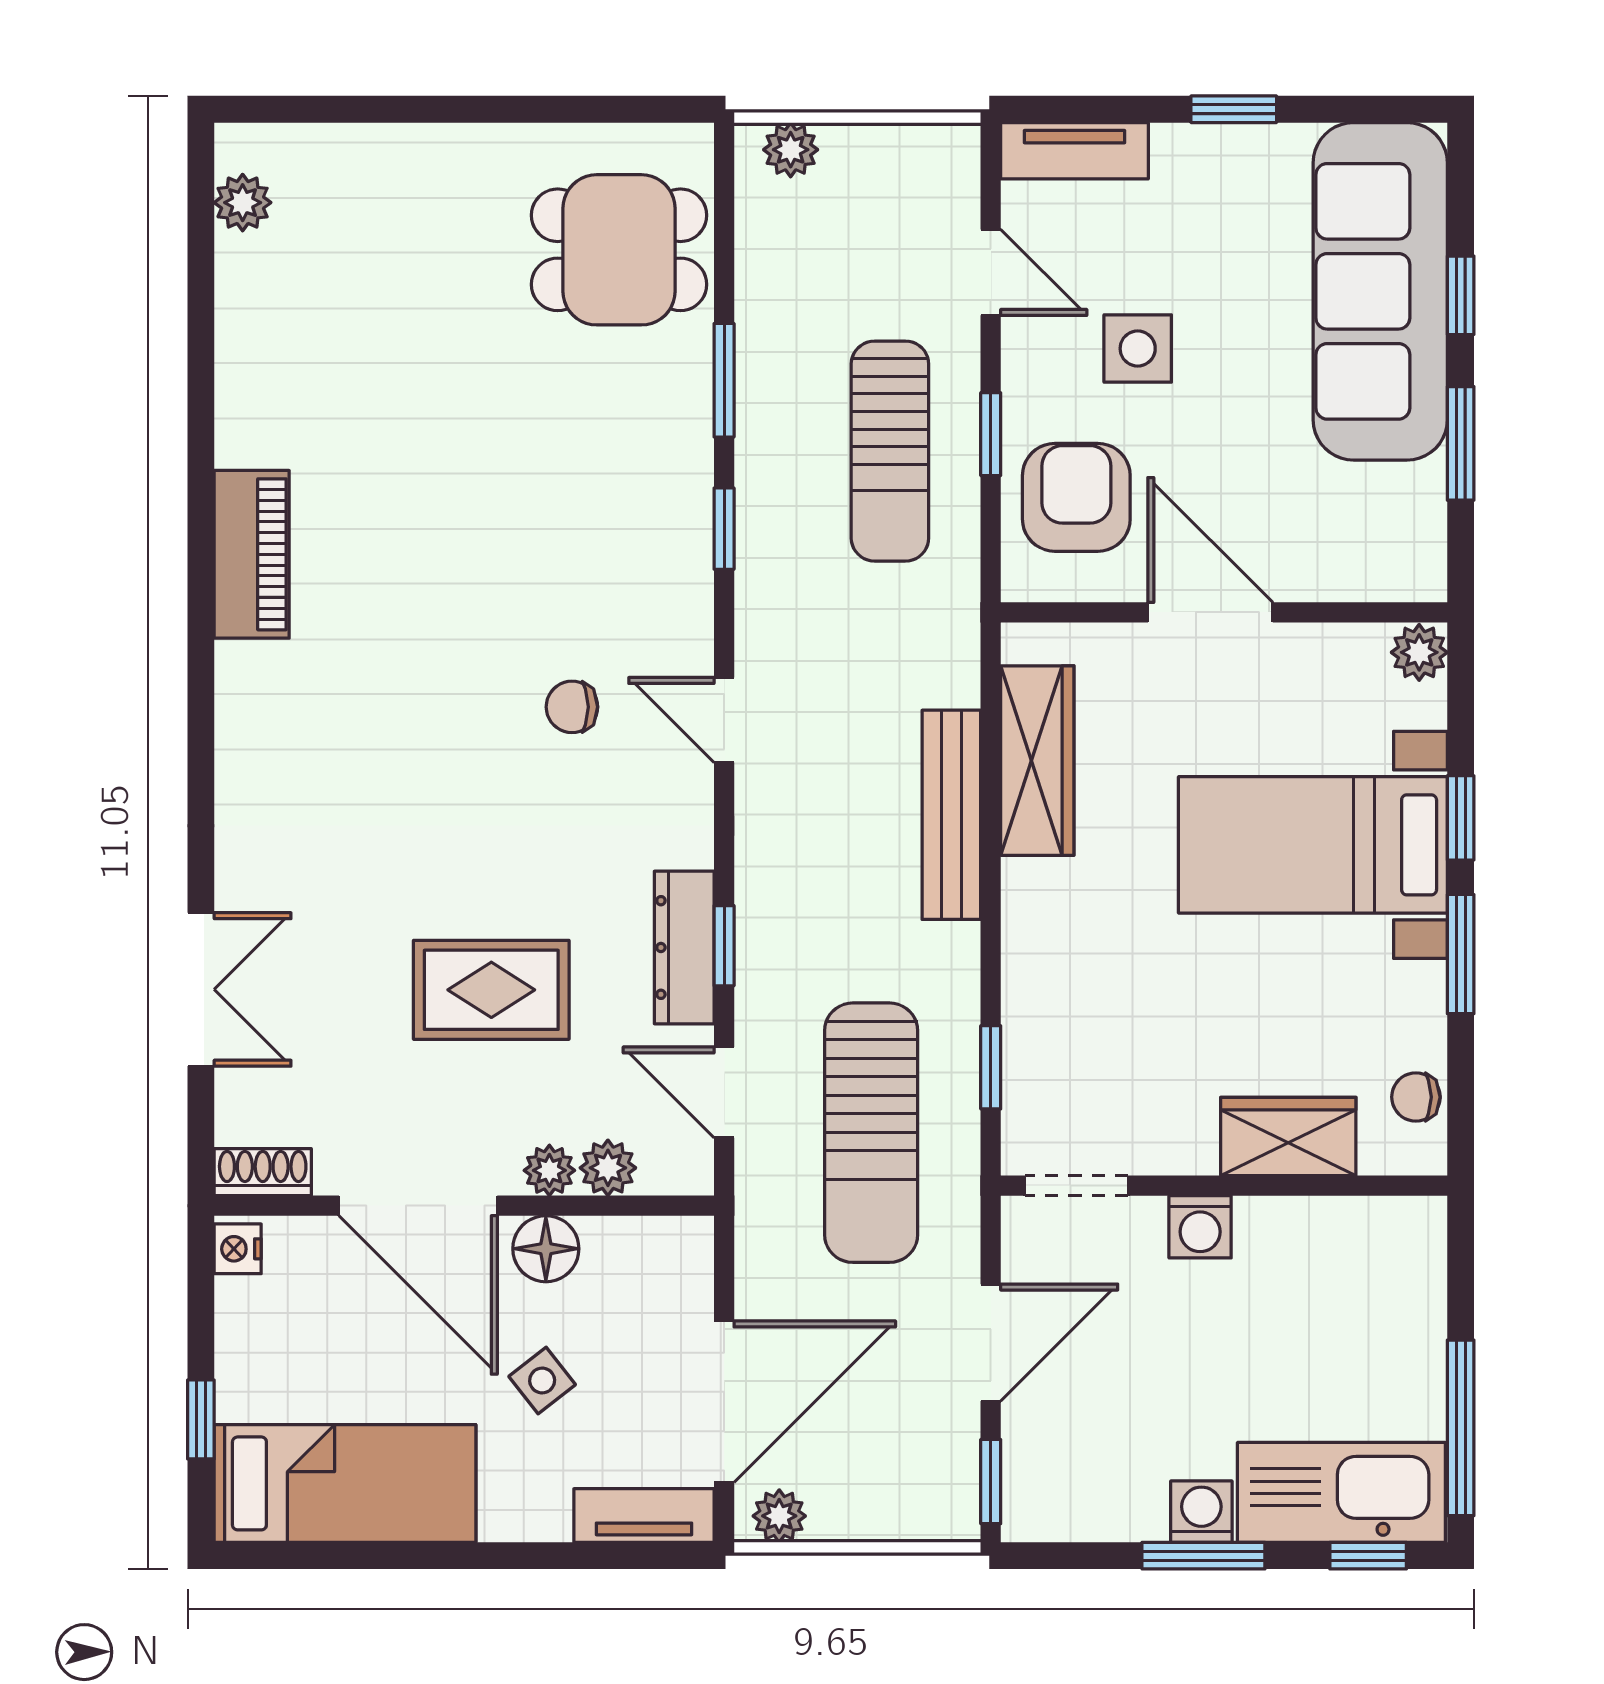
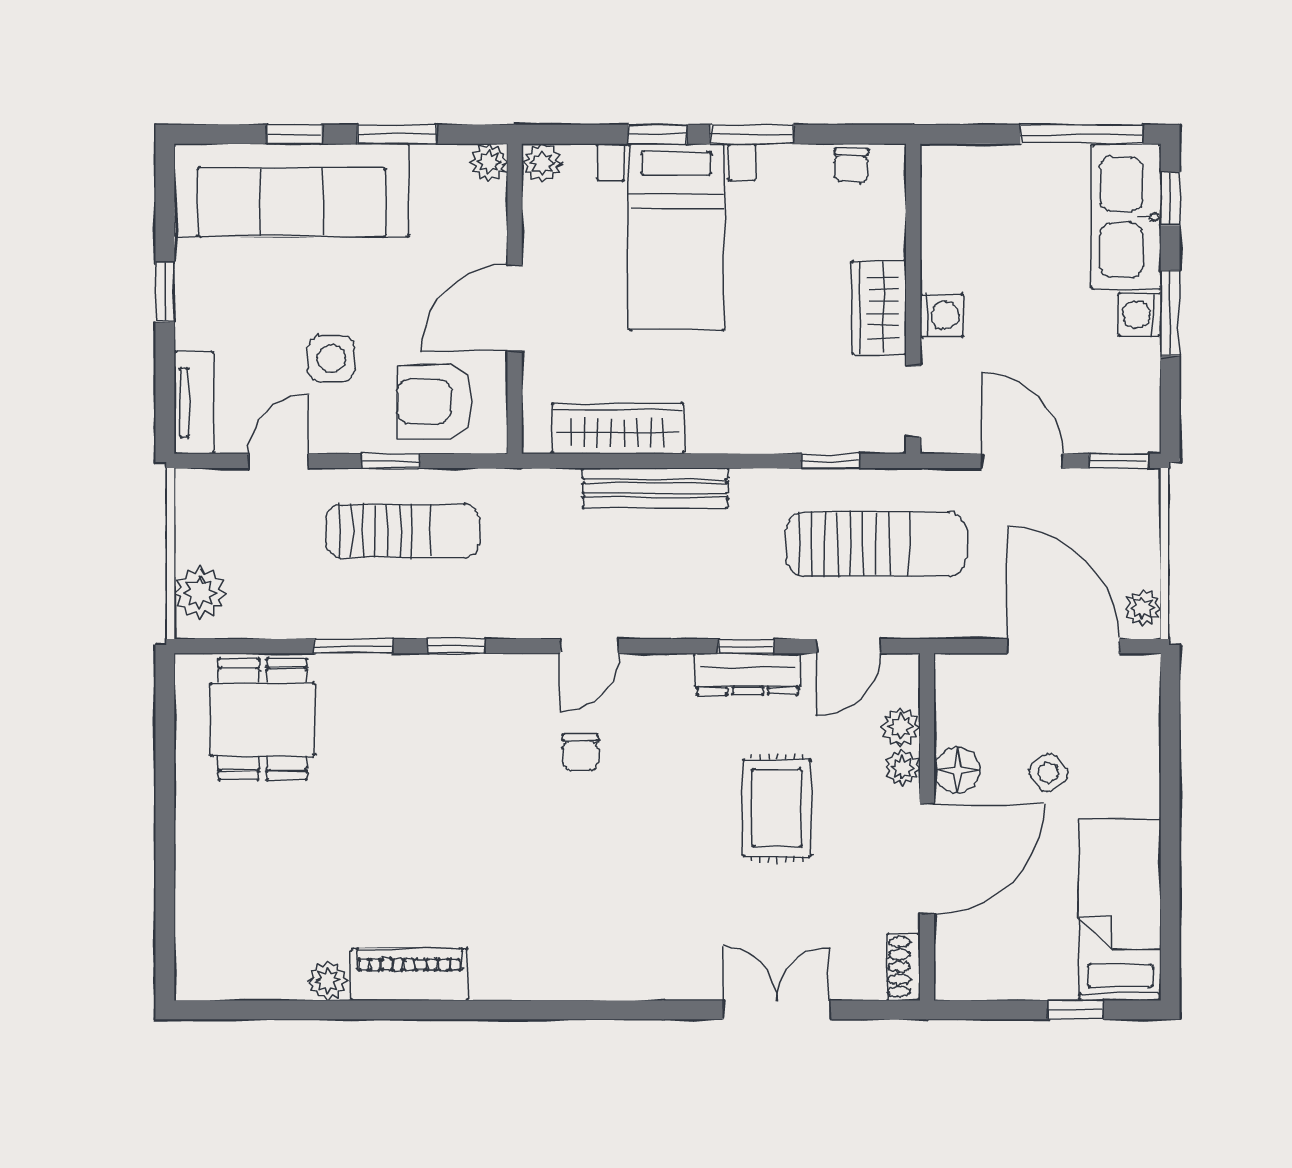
plant: (791, 150) -> (200, 593), width x1.38, depth x1.38
plant: (243, 203) -> (328, 981), moved
piano: (252, 554) -> (409, 974), moved
plant: (1420, 575) -> (489, 162), added
wardrobe: (1288, 1136) -> (879, 308), moved
nightstand: (238, 1249) -> (957, 984), removed
tv unit: (644, 1516) -> (1142, 702), removed

